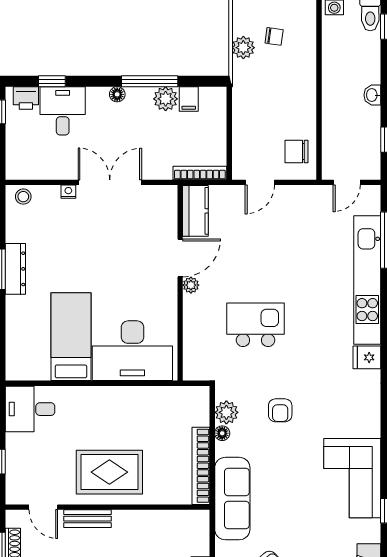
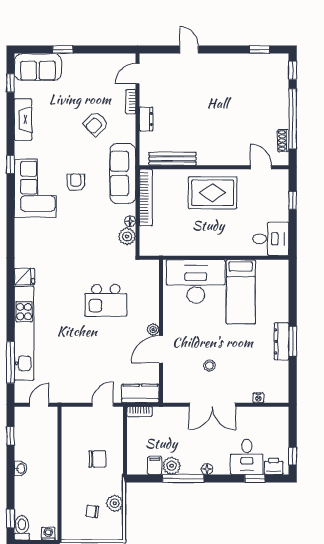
chair: (297, 151) -> (97, 459), moved
bookcase: (200, 173) -> (139, 412), width x0.64
nightstand: (68, 192) -> (258, 398), moved
stool: (23, 197) -> (209, 366), moved
kitchen counter: (195, 211) -> (140, 393), moved, turned 90
armchair: (280, 410) -> (76, 182), moved
bench: (88, 519) -> (173, 159), moved, width x1.36

